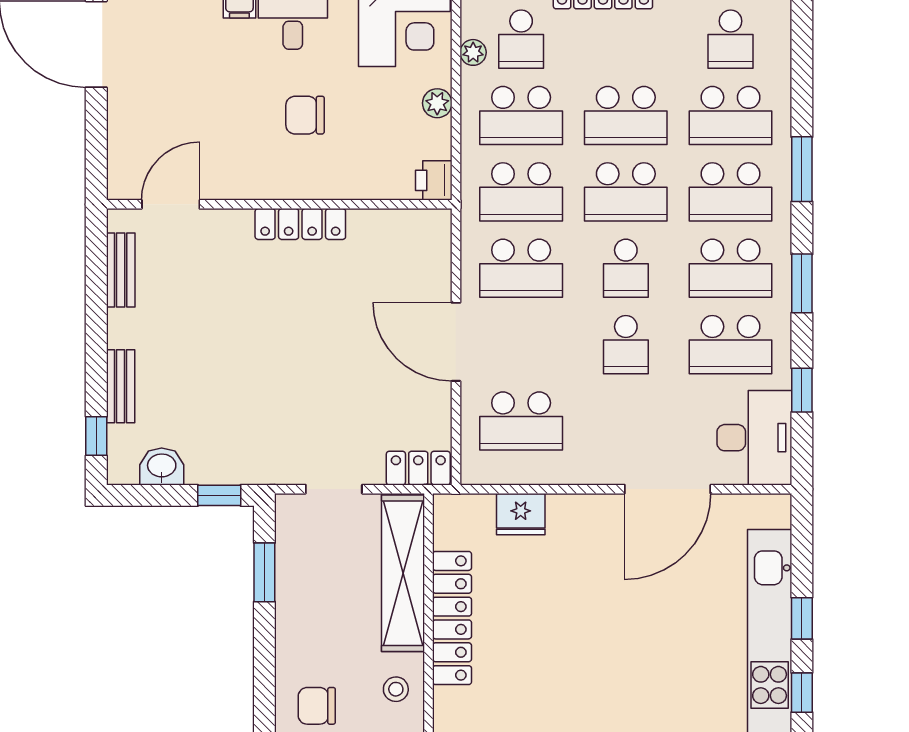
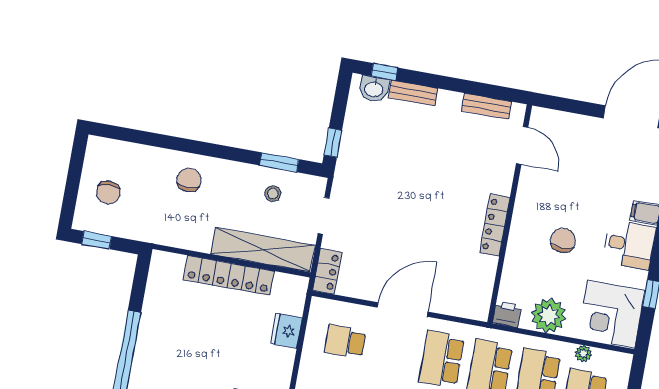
plant: (437, 103) -> (549, 316), width x1.88, depth x1.88
school desk: (521, 421) -> (345, 342), width x0.54
washbasin: (162, 467) -> (374, 89), moved, turned 90
stool: (396, 689) -> (273, 194), moved

